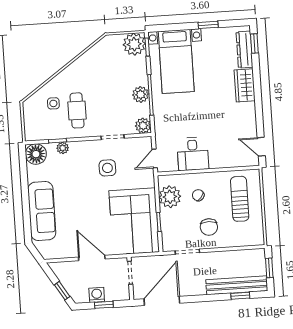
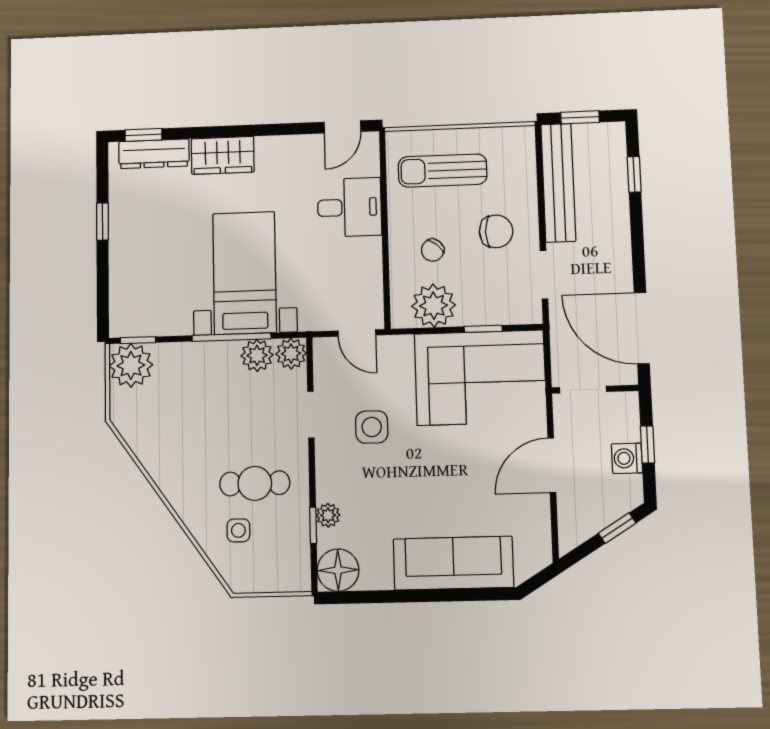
bed with nightstands: (176, 61) -> (245, 273), moved, turned -90
plant: (141, 95) -> (257, 355), moved
desk: (193, 154) -> (349, 207), moved
bench: (237, 285) -> (558, 183), moved

